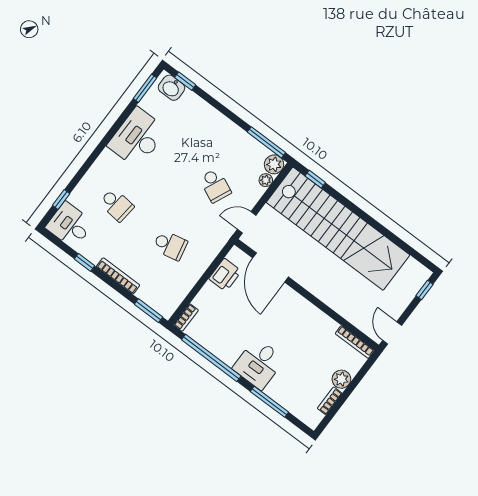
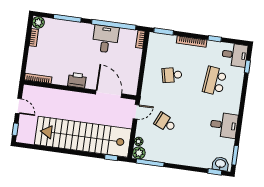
desk: (137, 138) -> (224, 125), width x0.73
school desk: (117, 205) -> (215, 81), width x1.85
printer: (225, 275) -> (77, 80), moved, turned 90
door: (392, 333) -> (18, 106), moved
desk: (259, 364) -> (105, 39), moved
plant: (341, 379) -> (38, 22), moved

